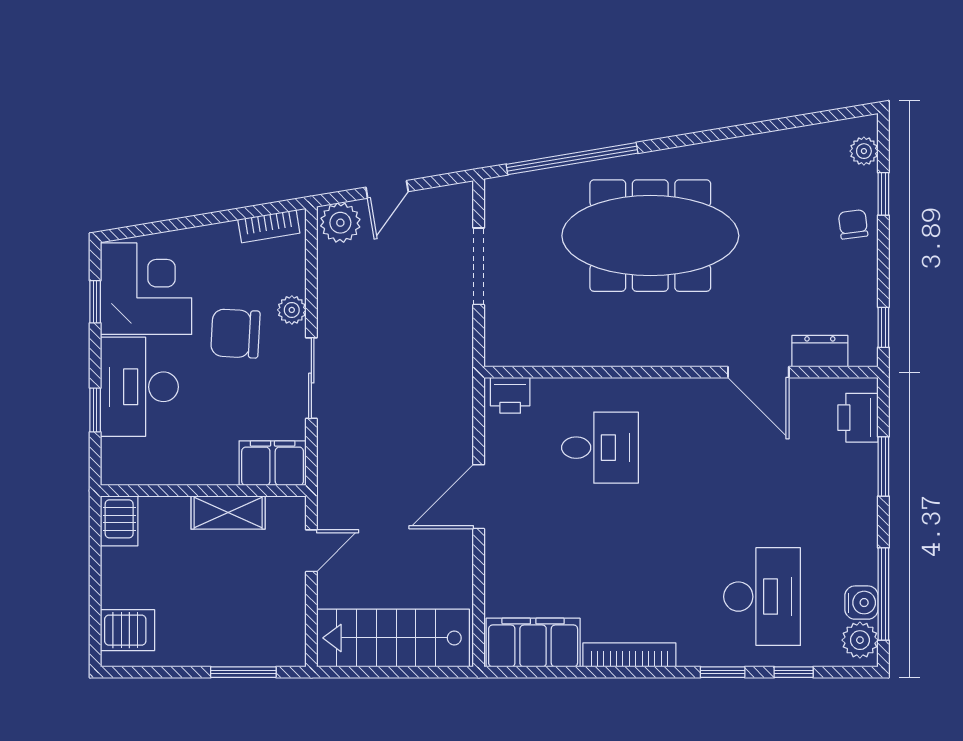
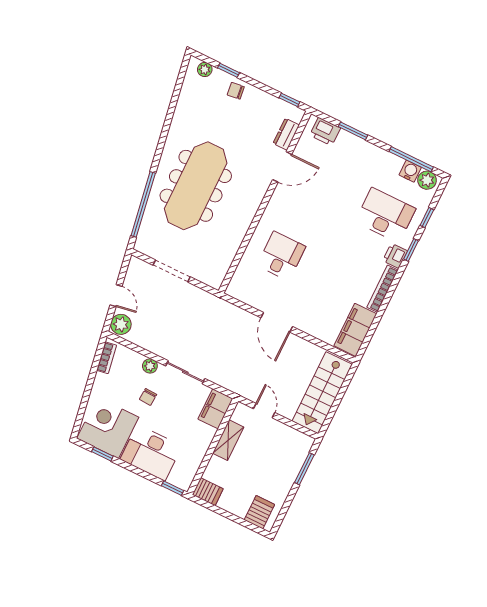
chair: (235, 333) -> (148, 397), width x0.54, depth x0.54
printer: (510, 395) -> (395, 256), moved, turned 180
window: (95, 410) -> (173, 488), moved

